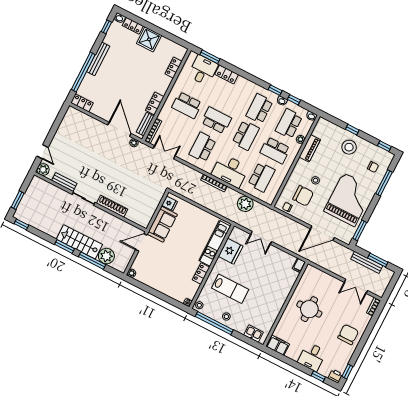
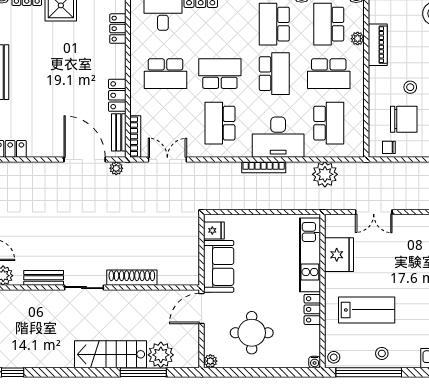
window: (65, 247) -> (92, 372), removed
round table: (162, 269) -> (252, 333), added

